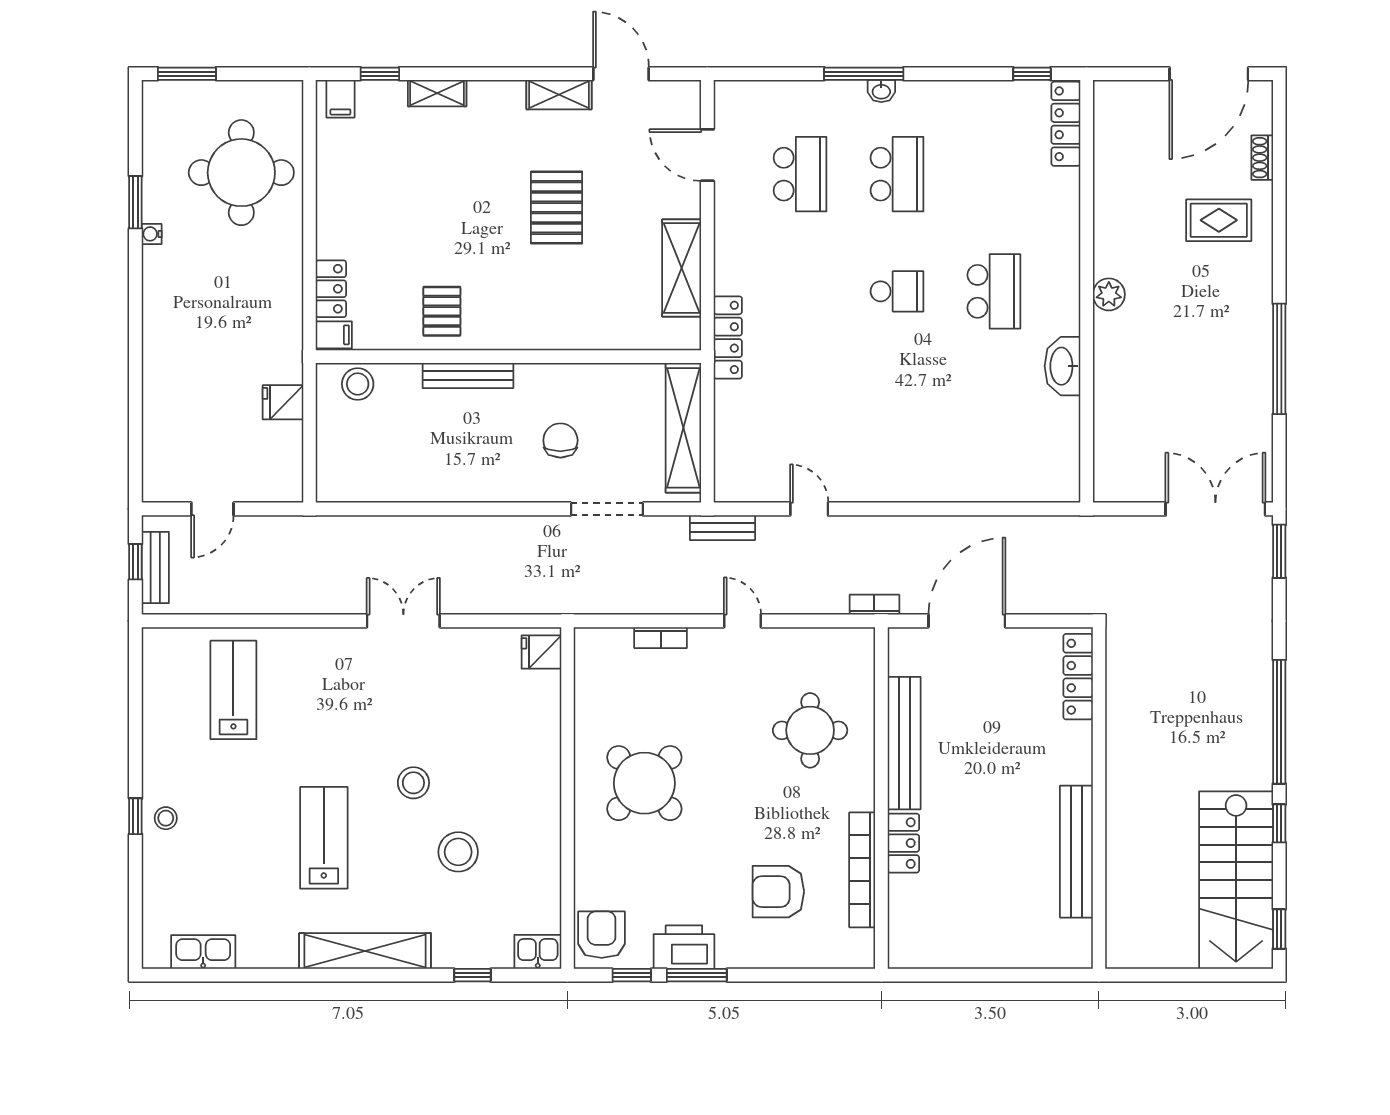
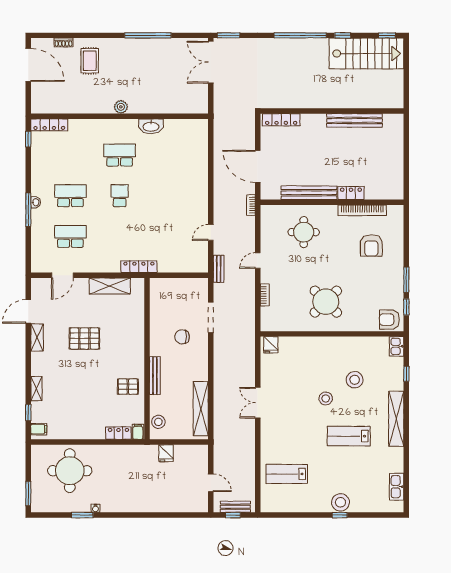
shelving: (683, 428) -> (201, 409), moved, turned 90
stool: (166, 818) -> (341, 502), width x1.89, depth x1.89
printer: (684, 947) -> (395, 285), removed

